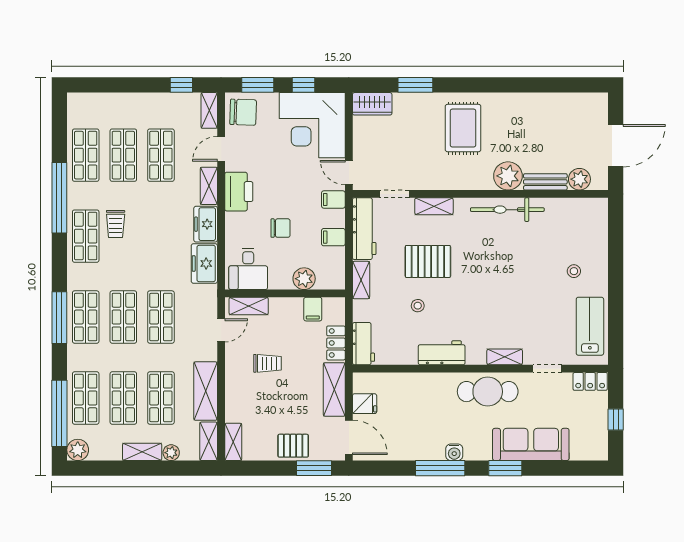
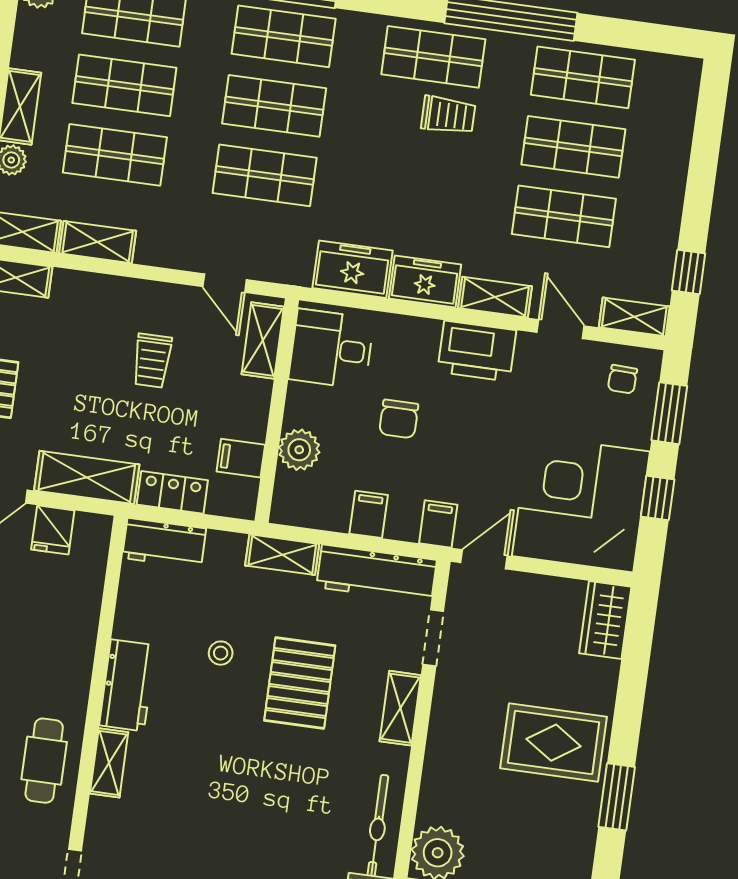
window: (415, 85) -> (617, 797), moved
chair: (243, 112) -> (622, 379), width x0.54, depth x0.54
rug: (463, 128) -> (554, 743), moved
trolley: (116, 224) -> (448, 115), turned 180
shelving: (505, 357) -> (109, 763), moved
shelving: (206, 391) -> (98, 242), width x0.67, depth x0.75
cafe table: (488, 392) -> (44, 761), width x0.73, depth x0.74

